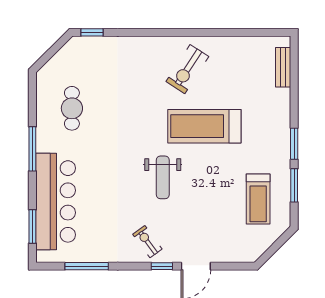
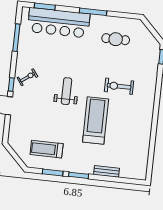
bench: (283, 67) -> (106, 171), moved
exercise bike: (187, 69) -> (119, 86), moved, turned -33
weight bench: (163, 177) -> (66, 91), turned 90

